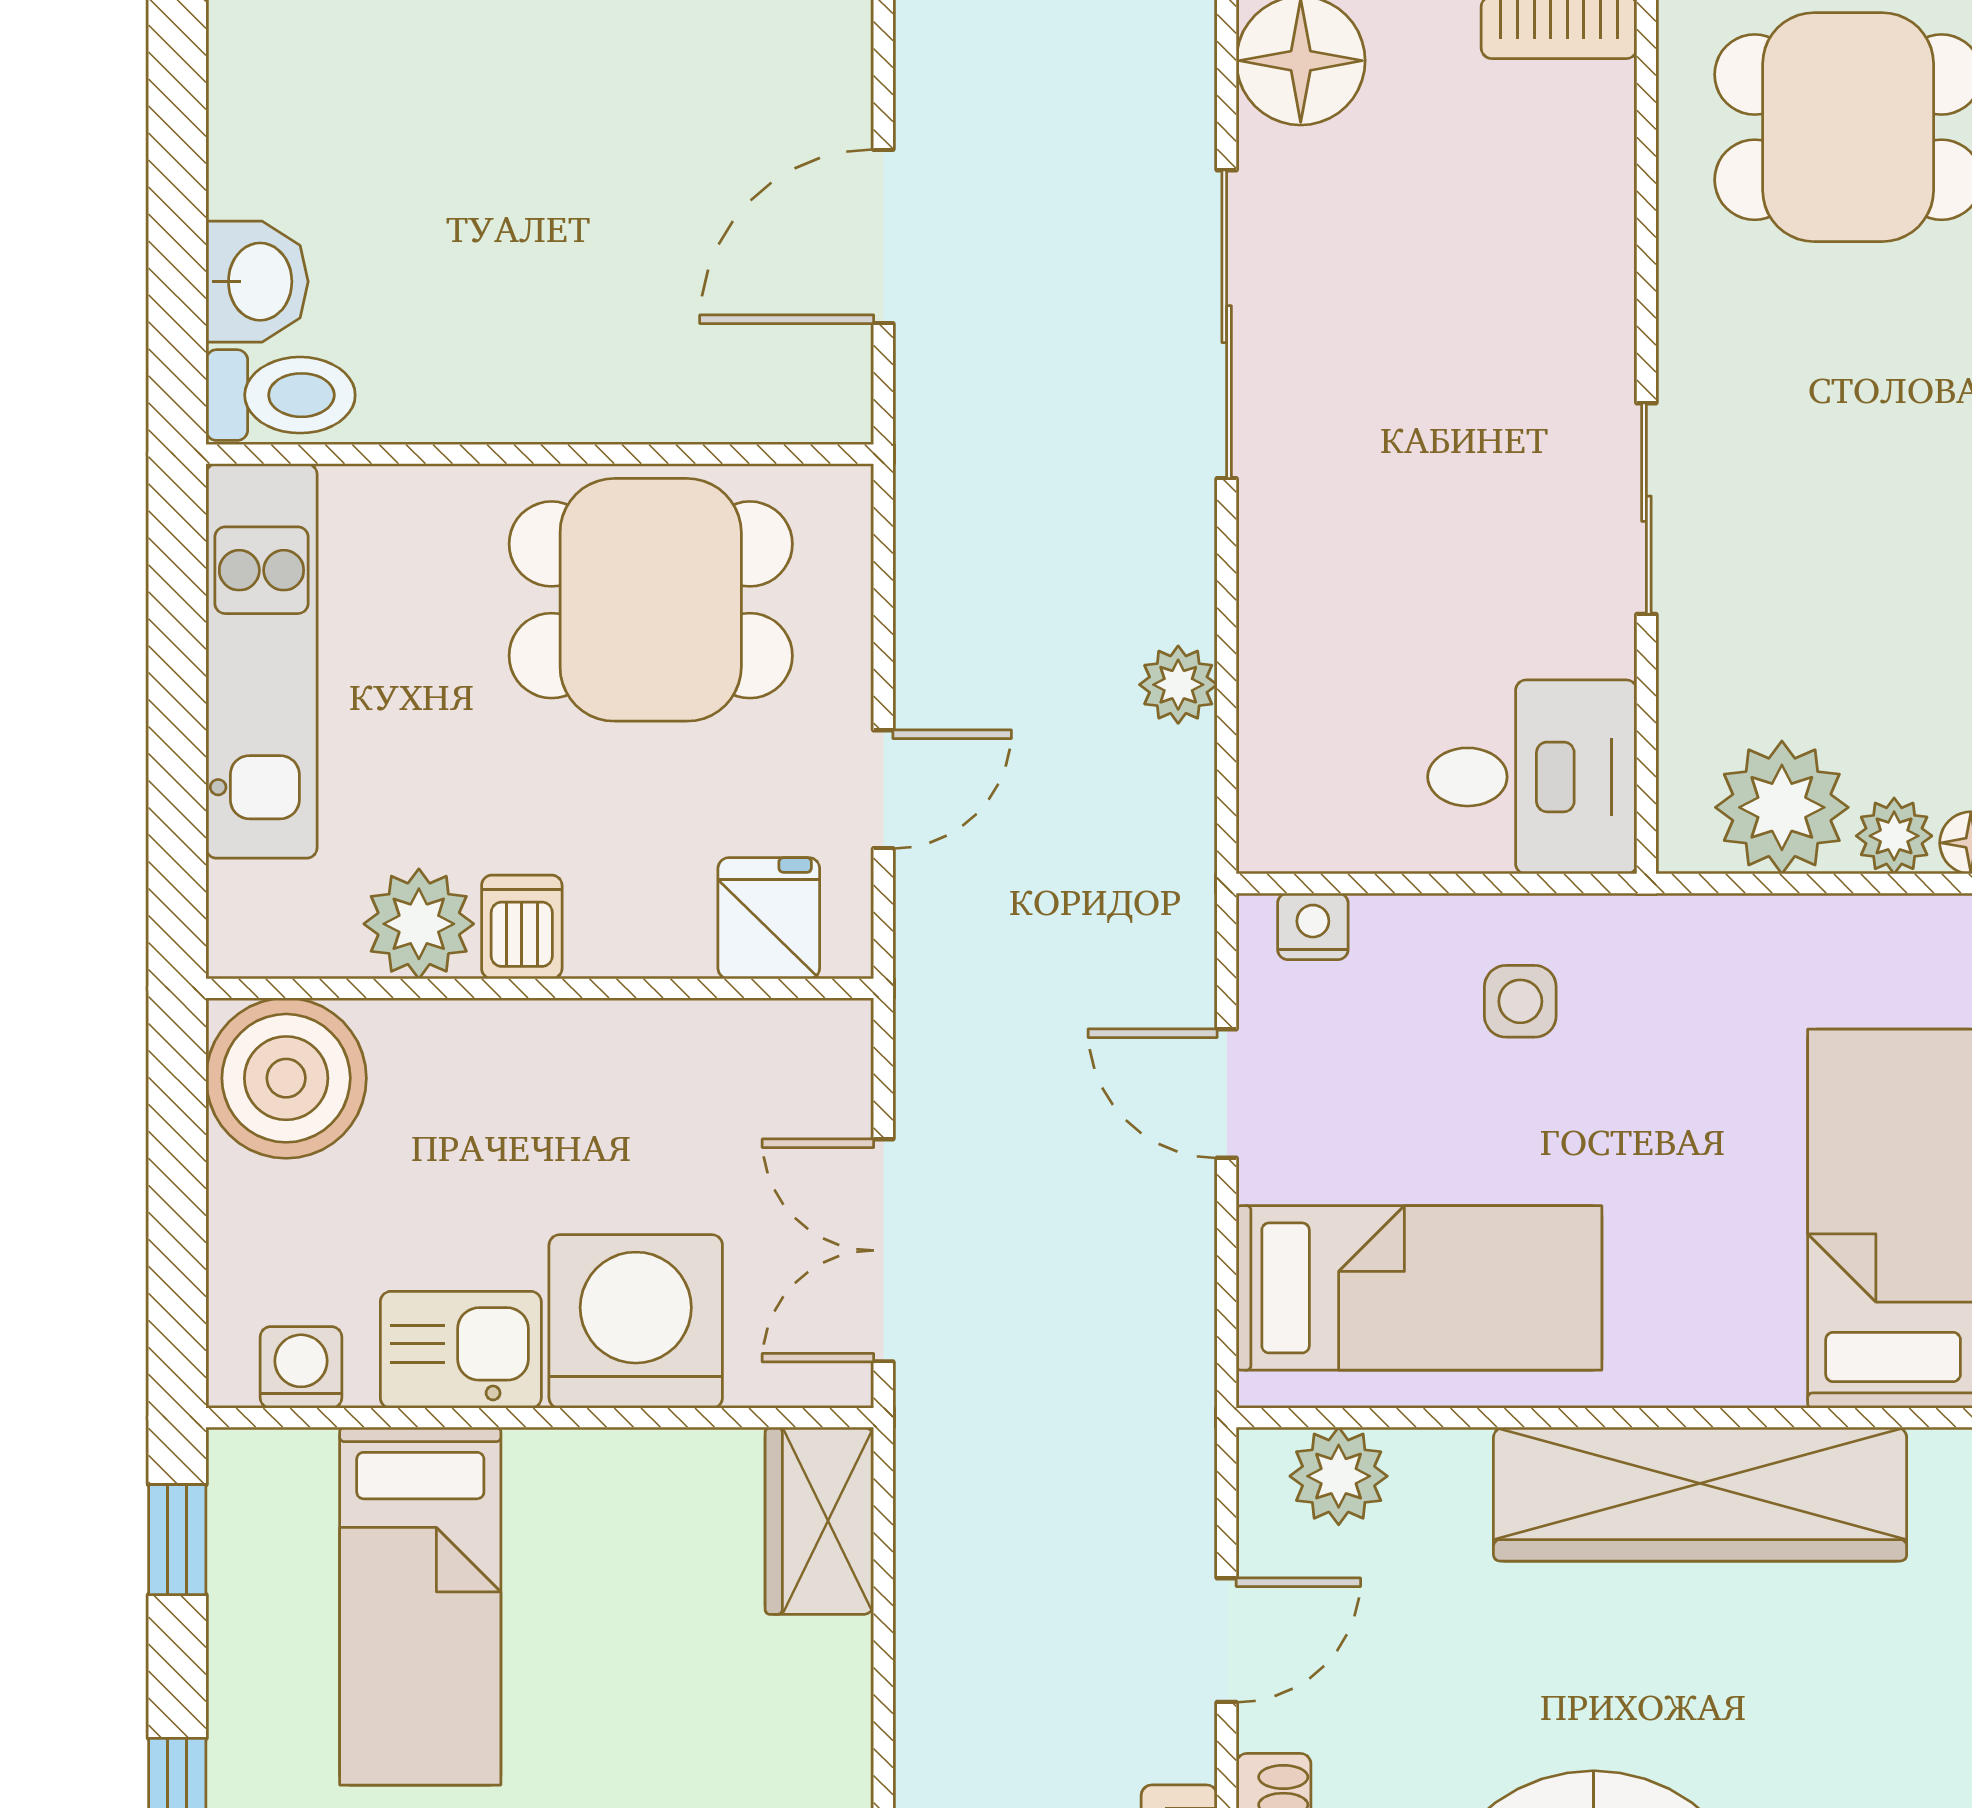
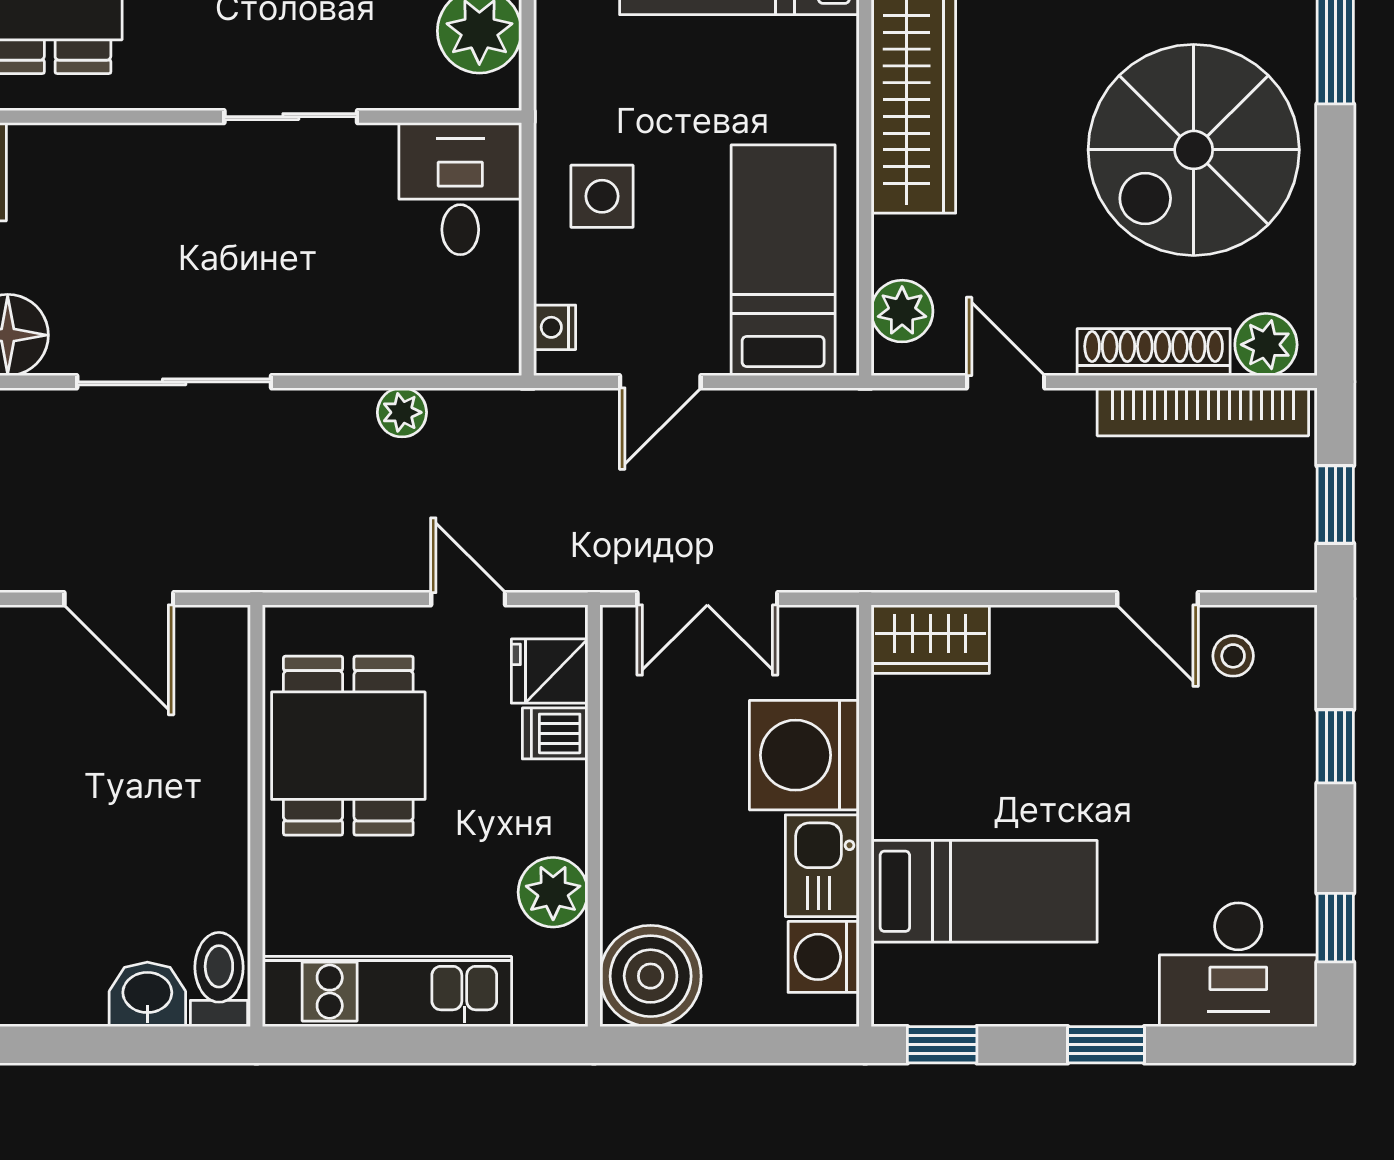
dishwasher: (522, 927) -> (555, 733), moved
side table: (1520, 1001) -> (602, 196), width x1.37, depth x1.37
double door: (883, 1250) -> (707, 599), moved
washing machine: (301, 1367) -> (824, 957), width x1.38, depth x1.38

